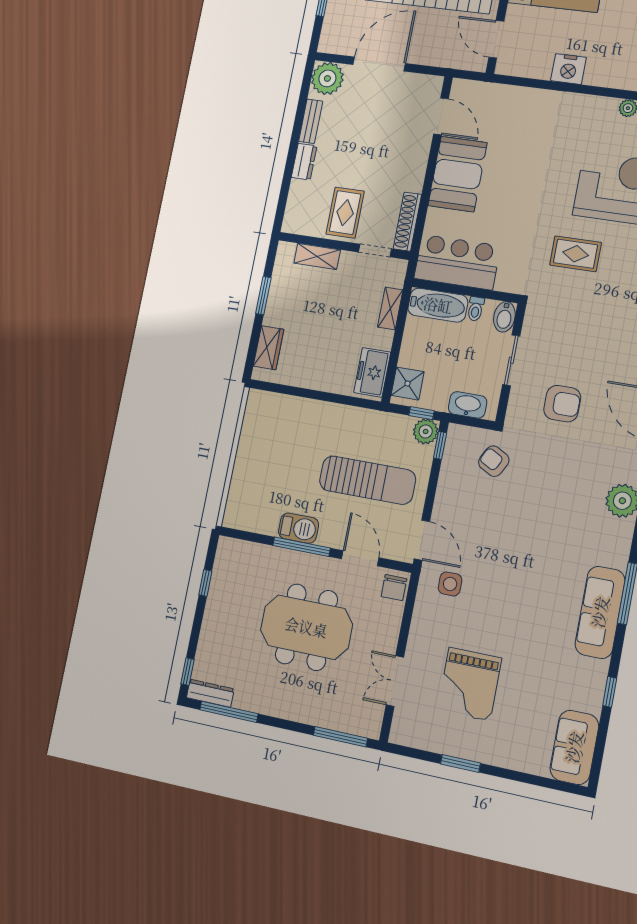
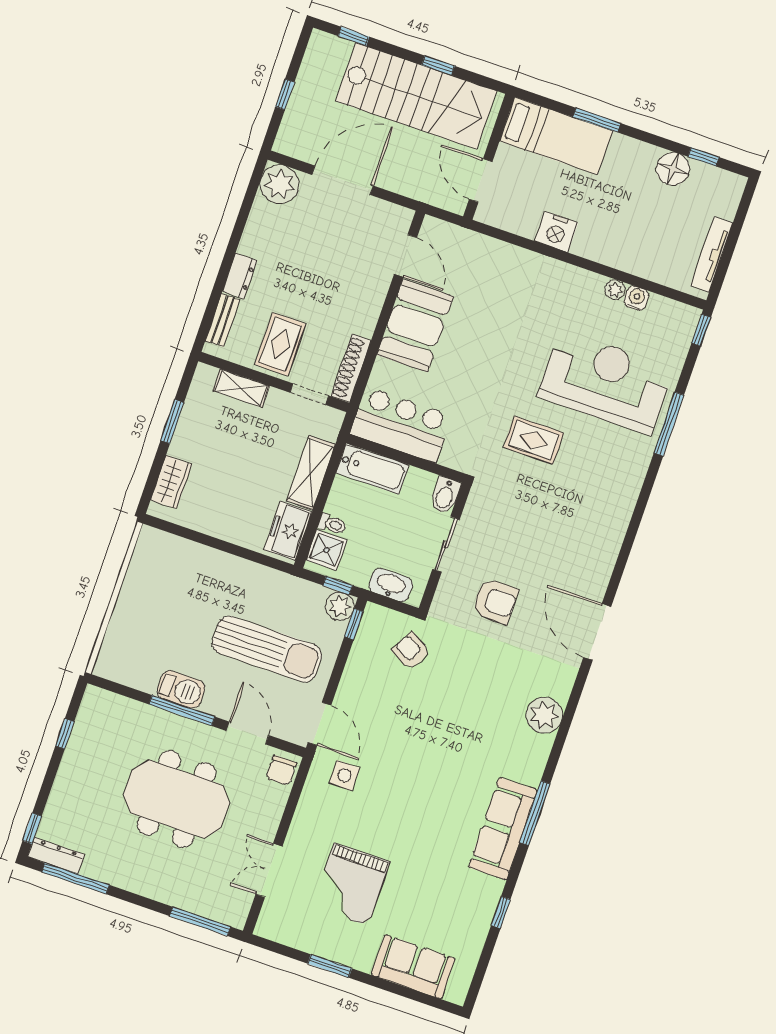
bench: (311, 121) -> (223, 320), moved
shelving: (390, 308) -> (311, 473), width x1.50, depth x1.33
toilet: (476, 309) -> (332, 524), moved, turned -90
sofa: (574, 747) -> (413, 967), moved, turned 90

